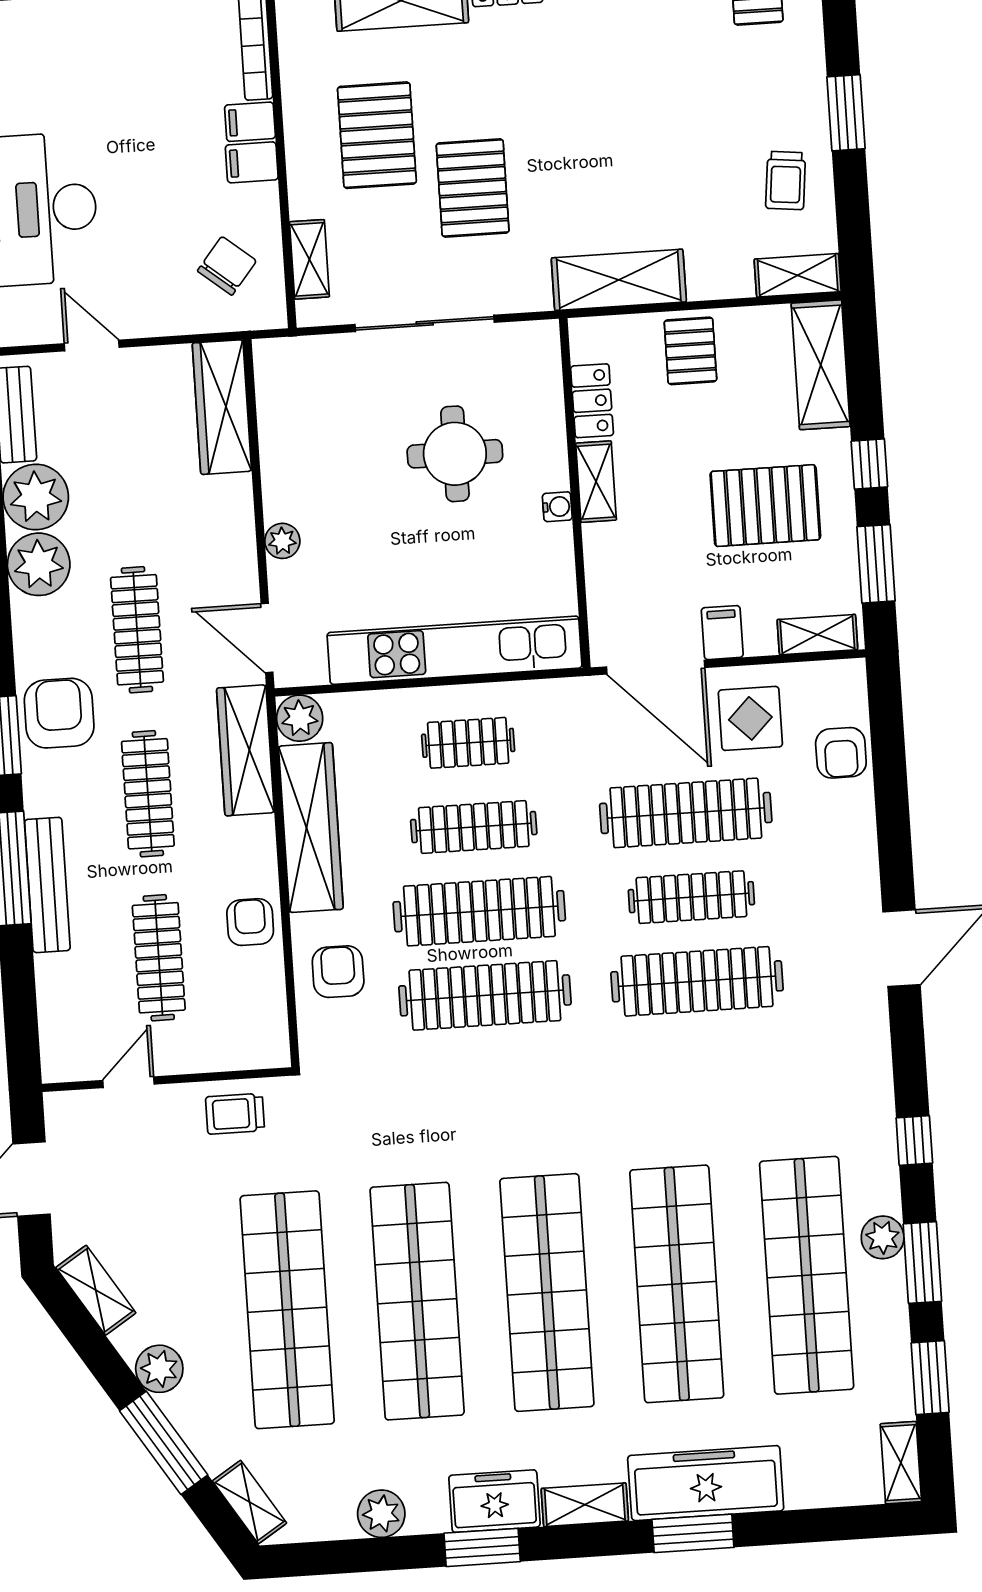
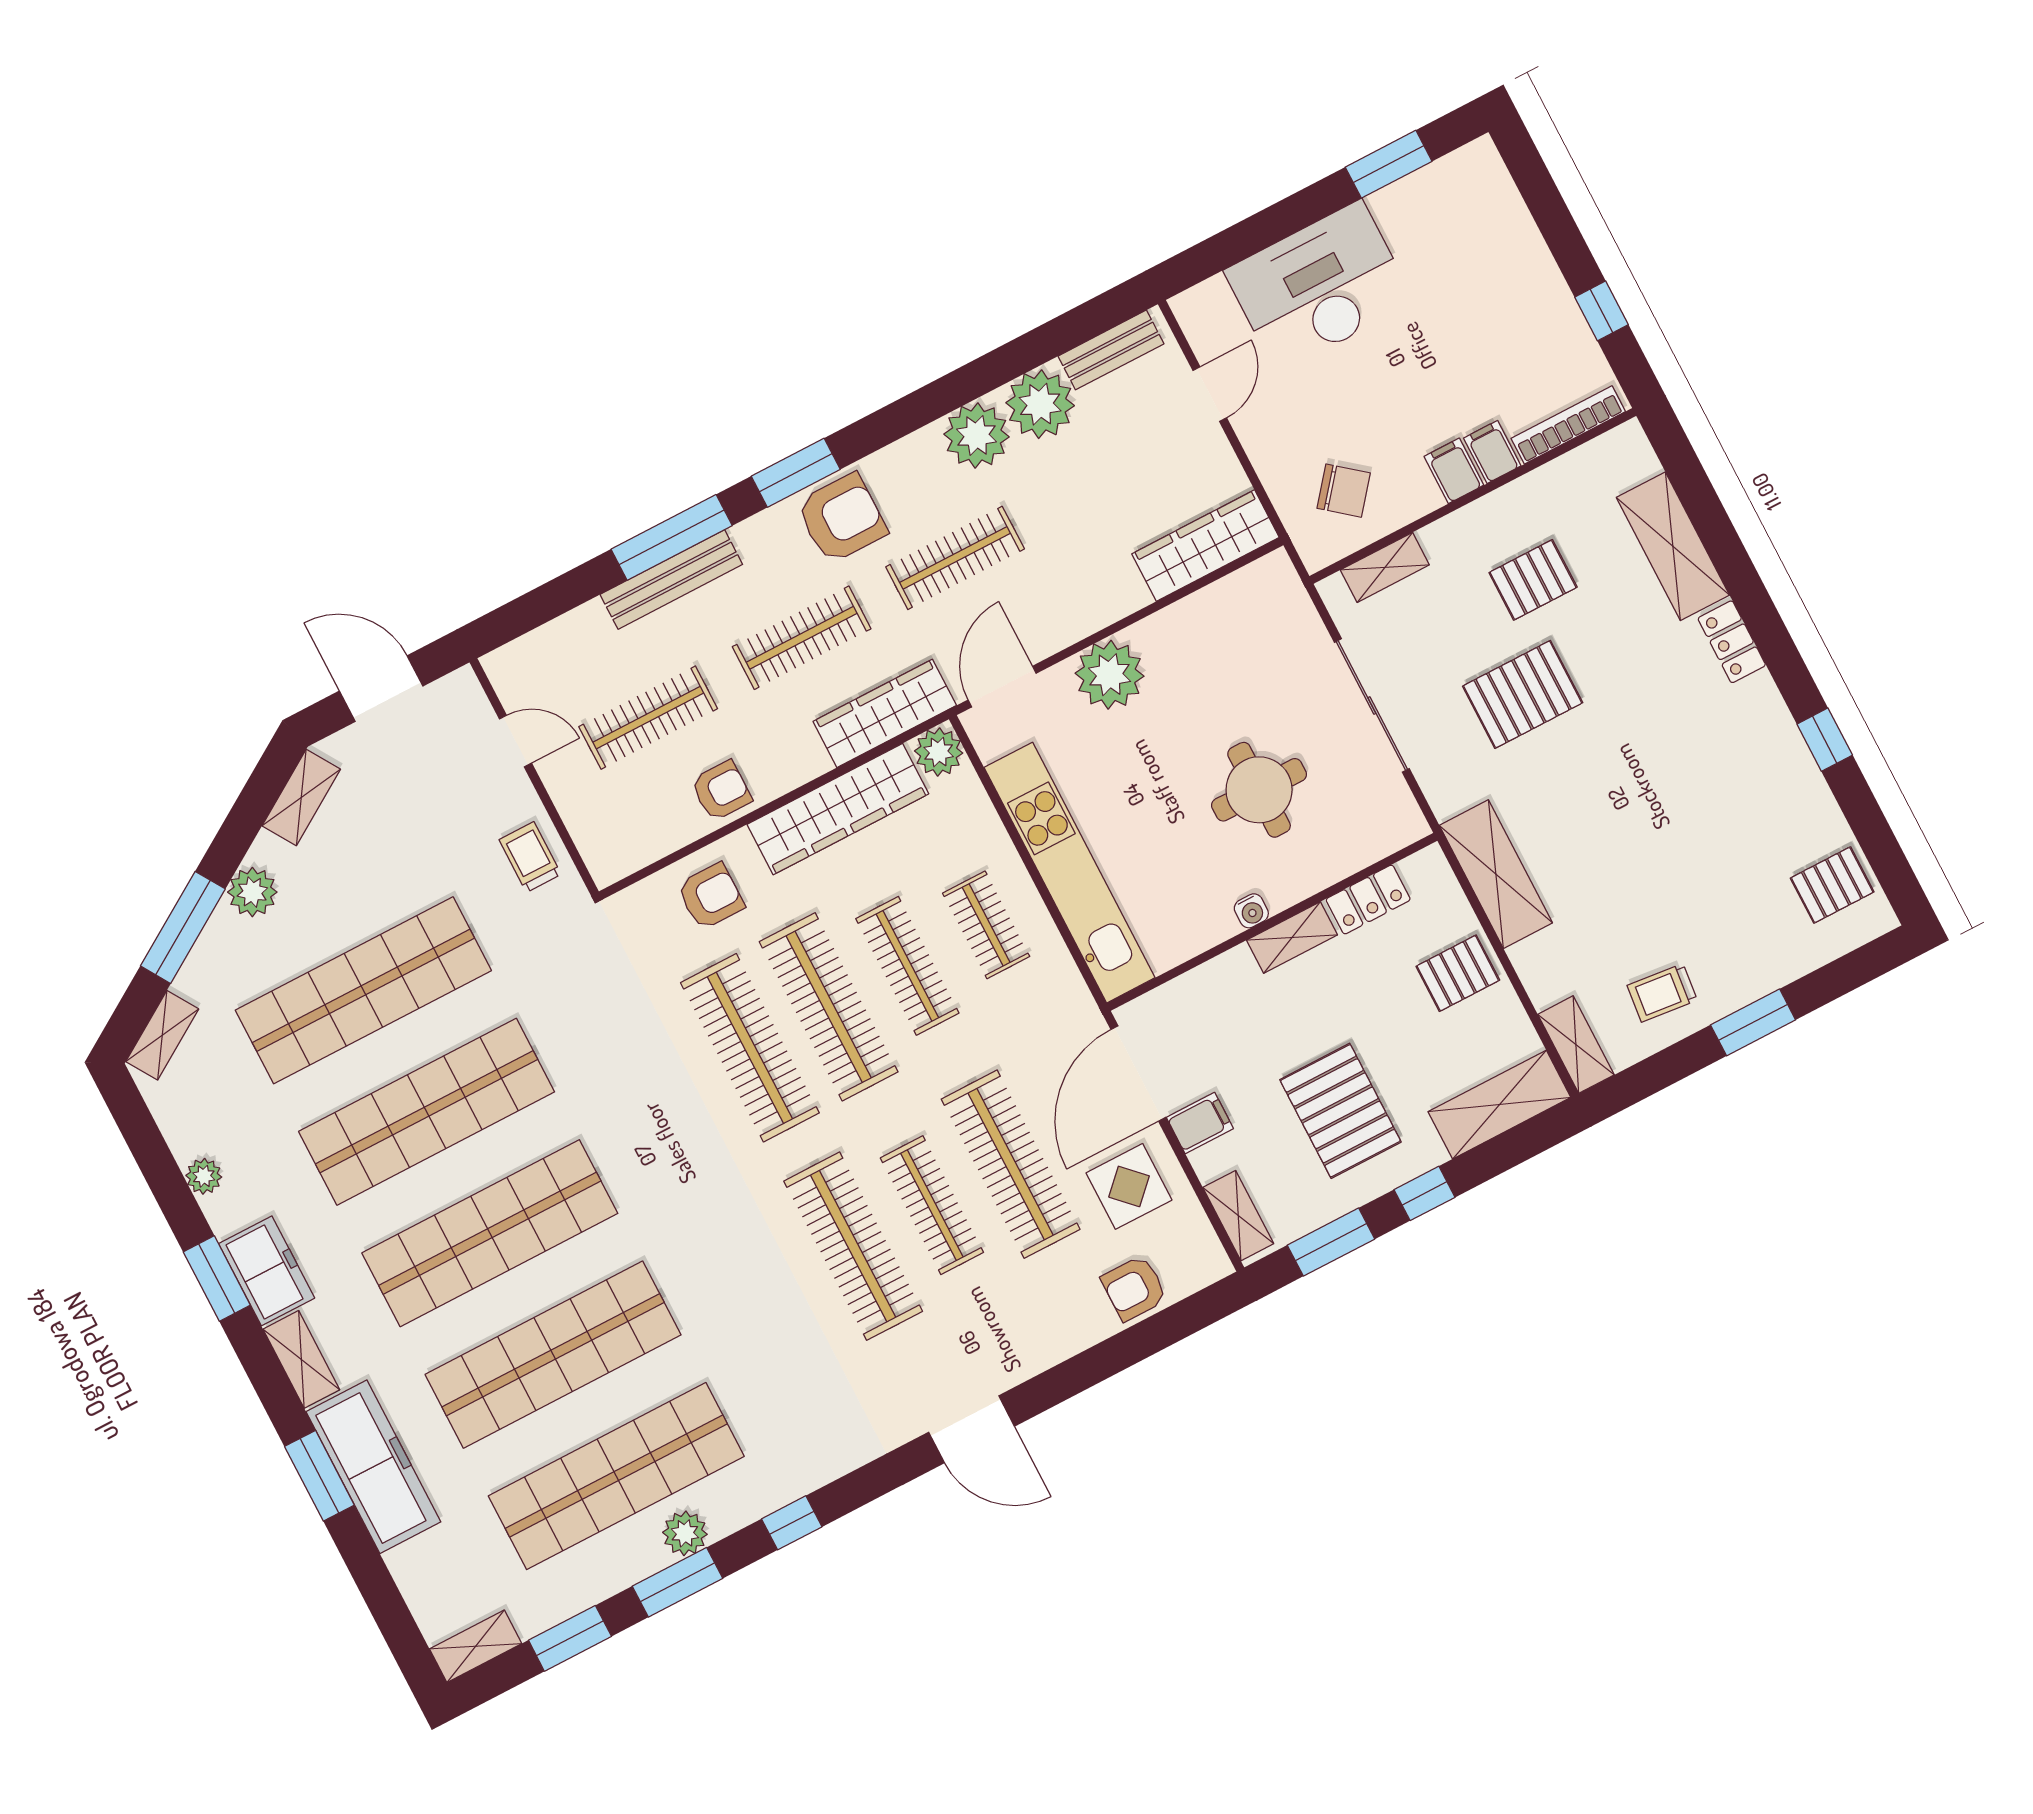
pallet: (377, 135) -> (1533, 580), width x0.67, depth x0.71
plant: (282, 541) -> (1110, 675), width x1.87, depth x1.87
plant: (381, 1514) -> (204, 1176), width x0.73, depth x0.73

